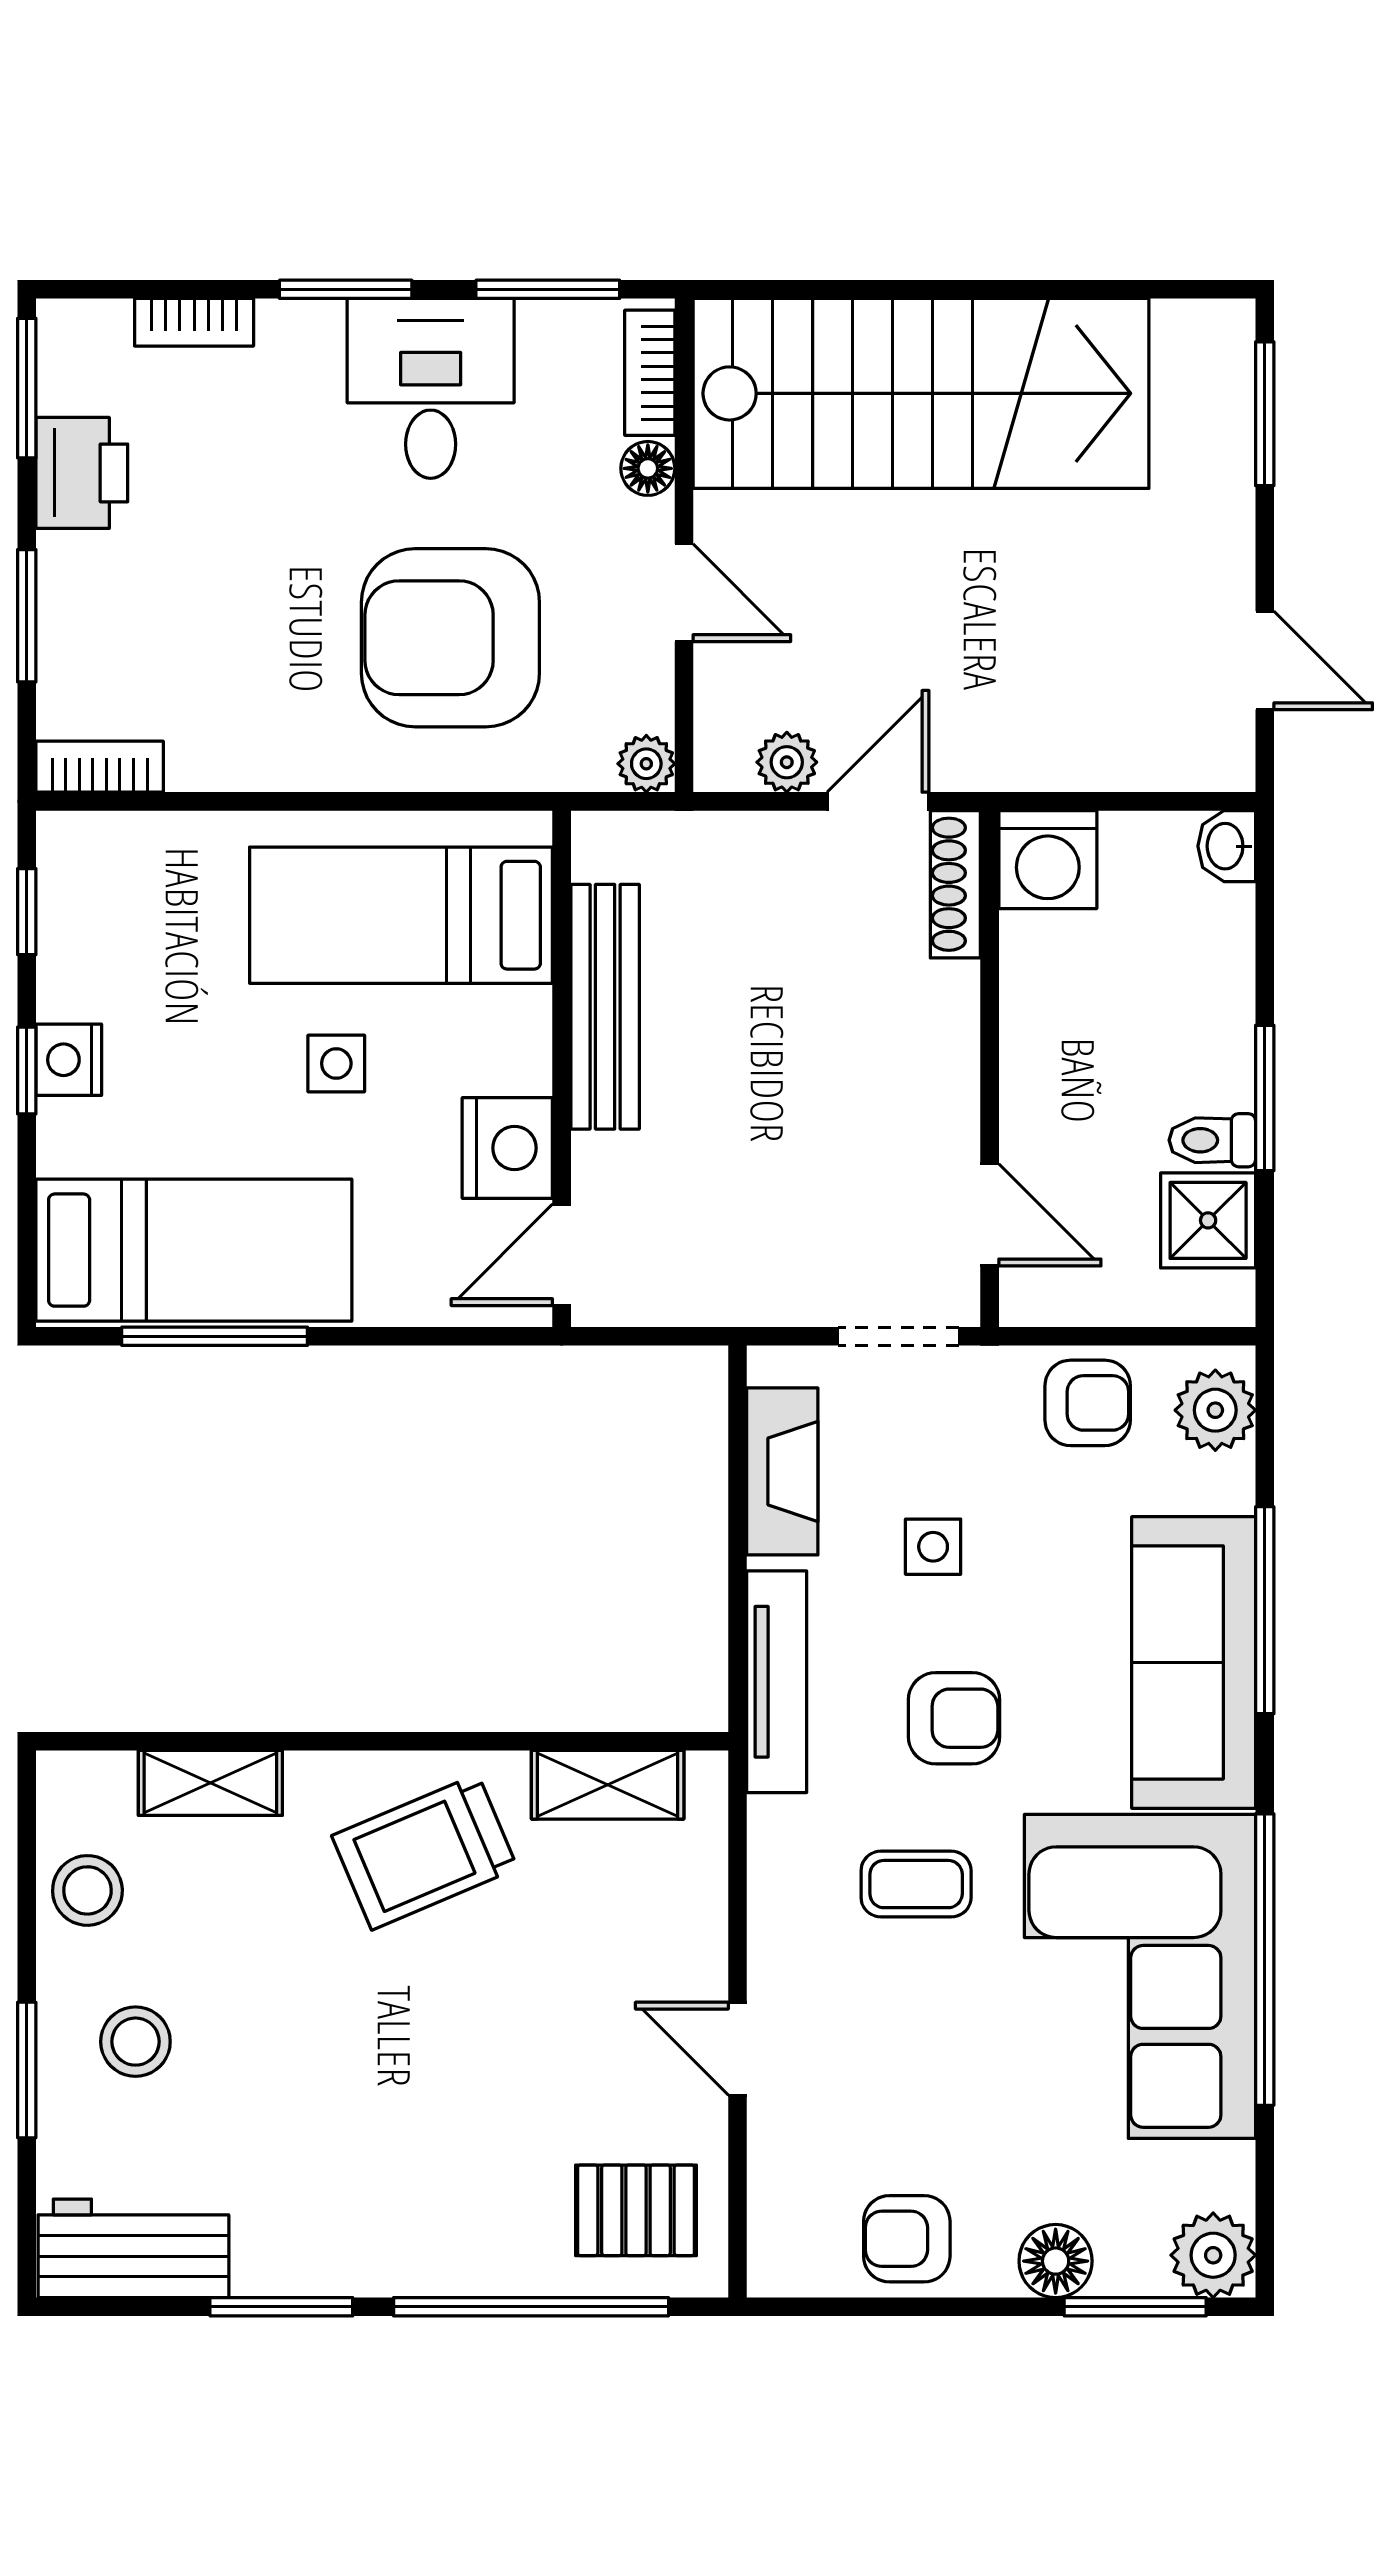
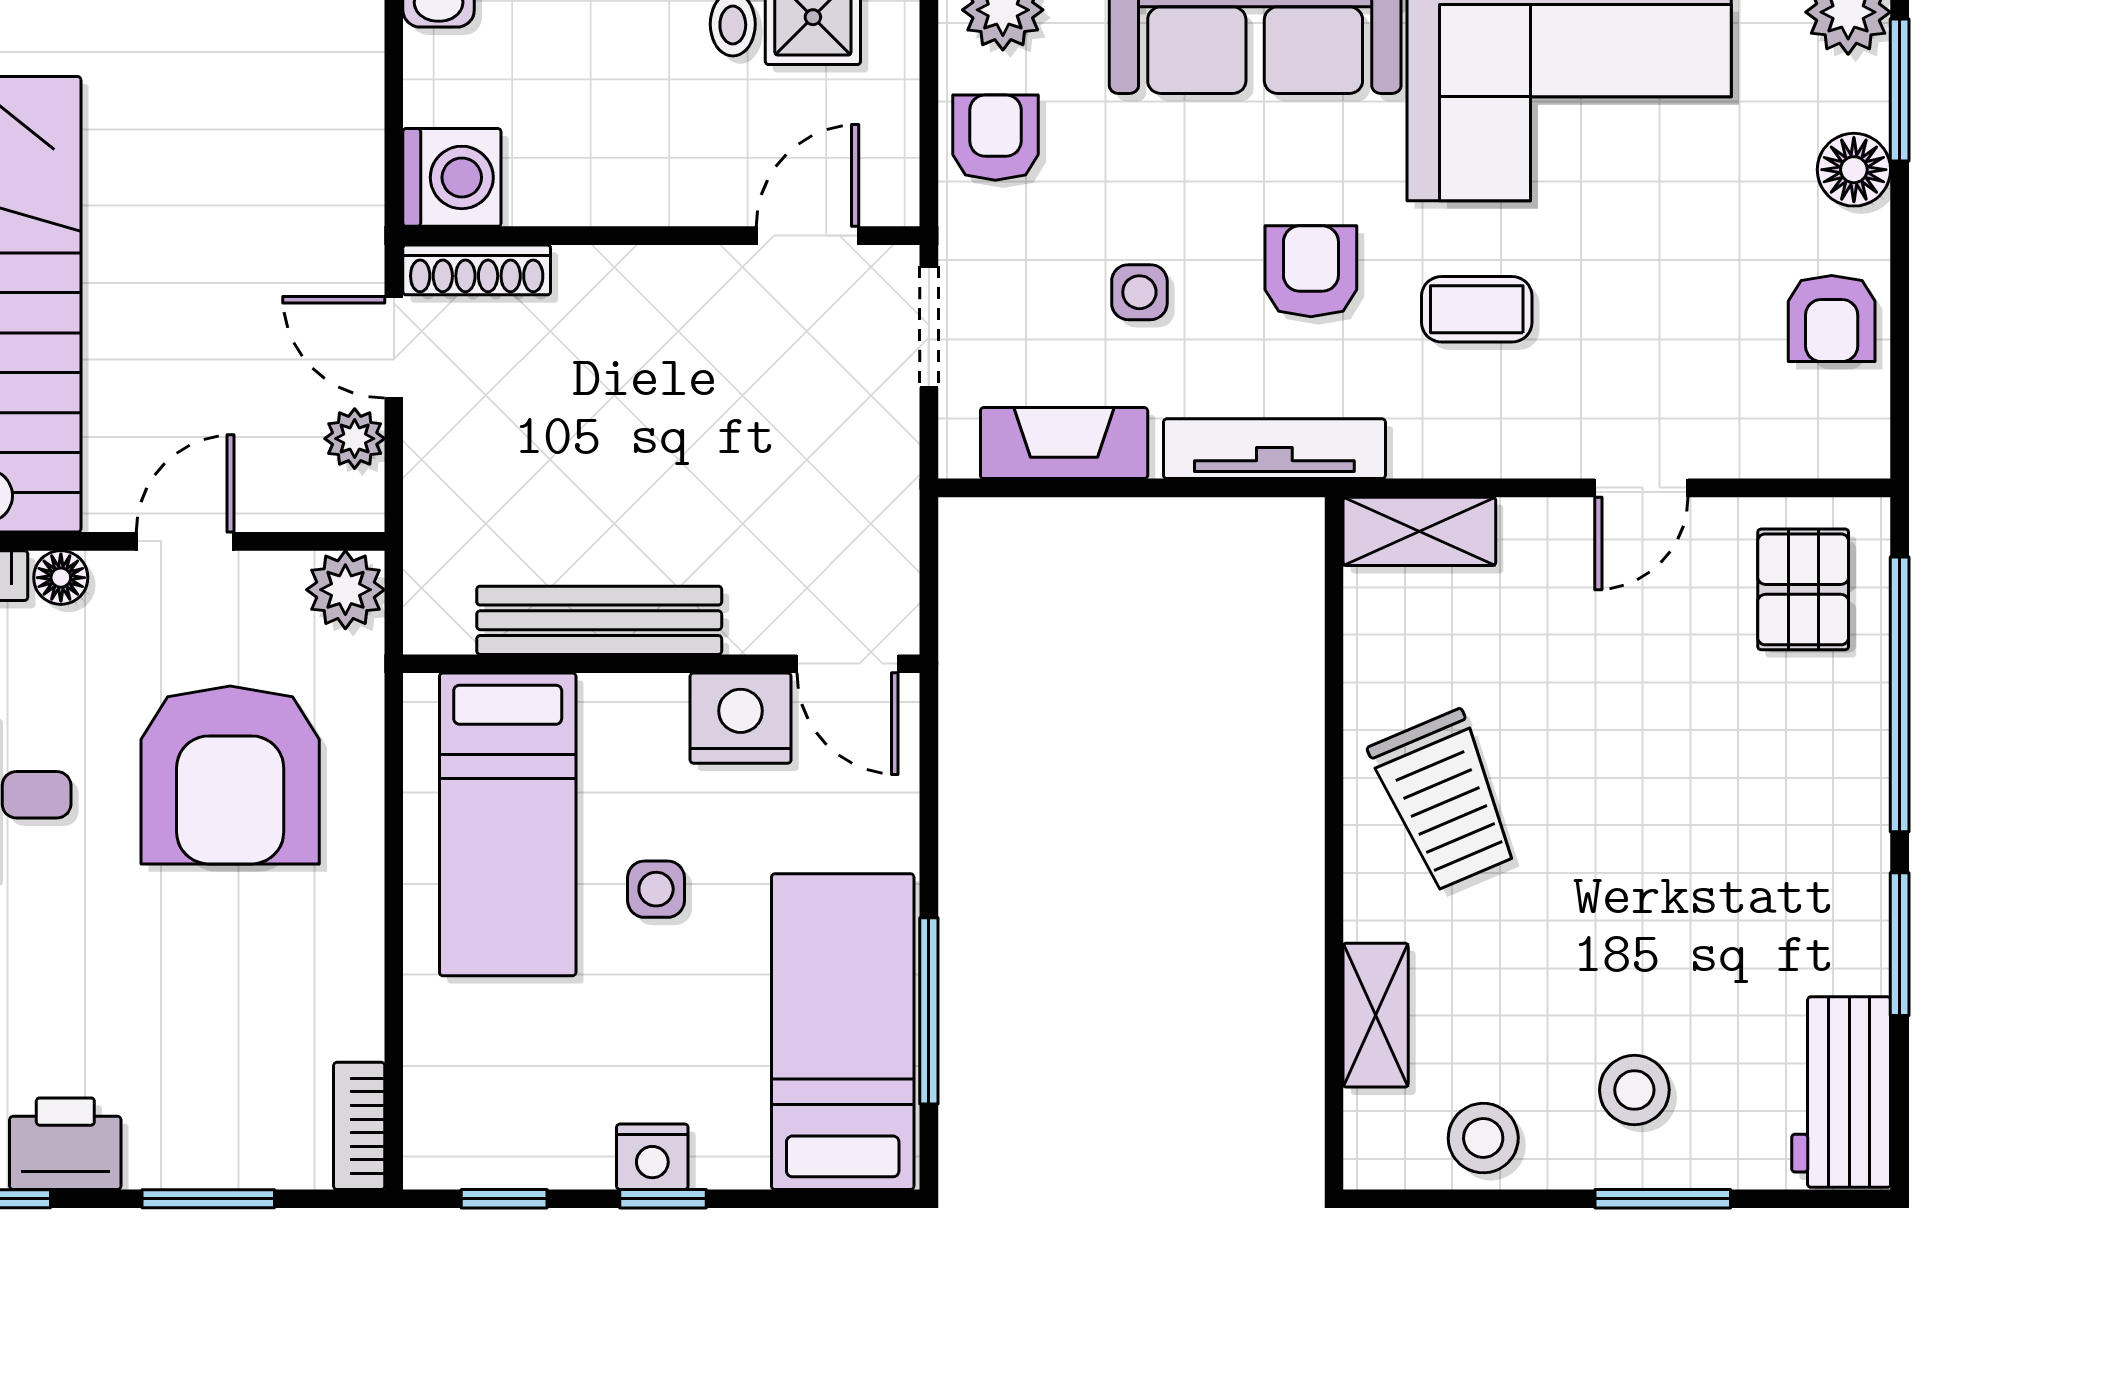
plant: (646, 764) -> (345, 590), width x1.38, depth x1.38
shelving: (608, 1785) -> (1419, 531), moved, turned 90
coffee table: (916, 1884) -> (1477, 309), turned 90

